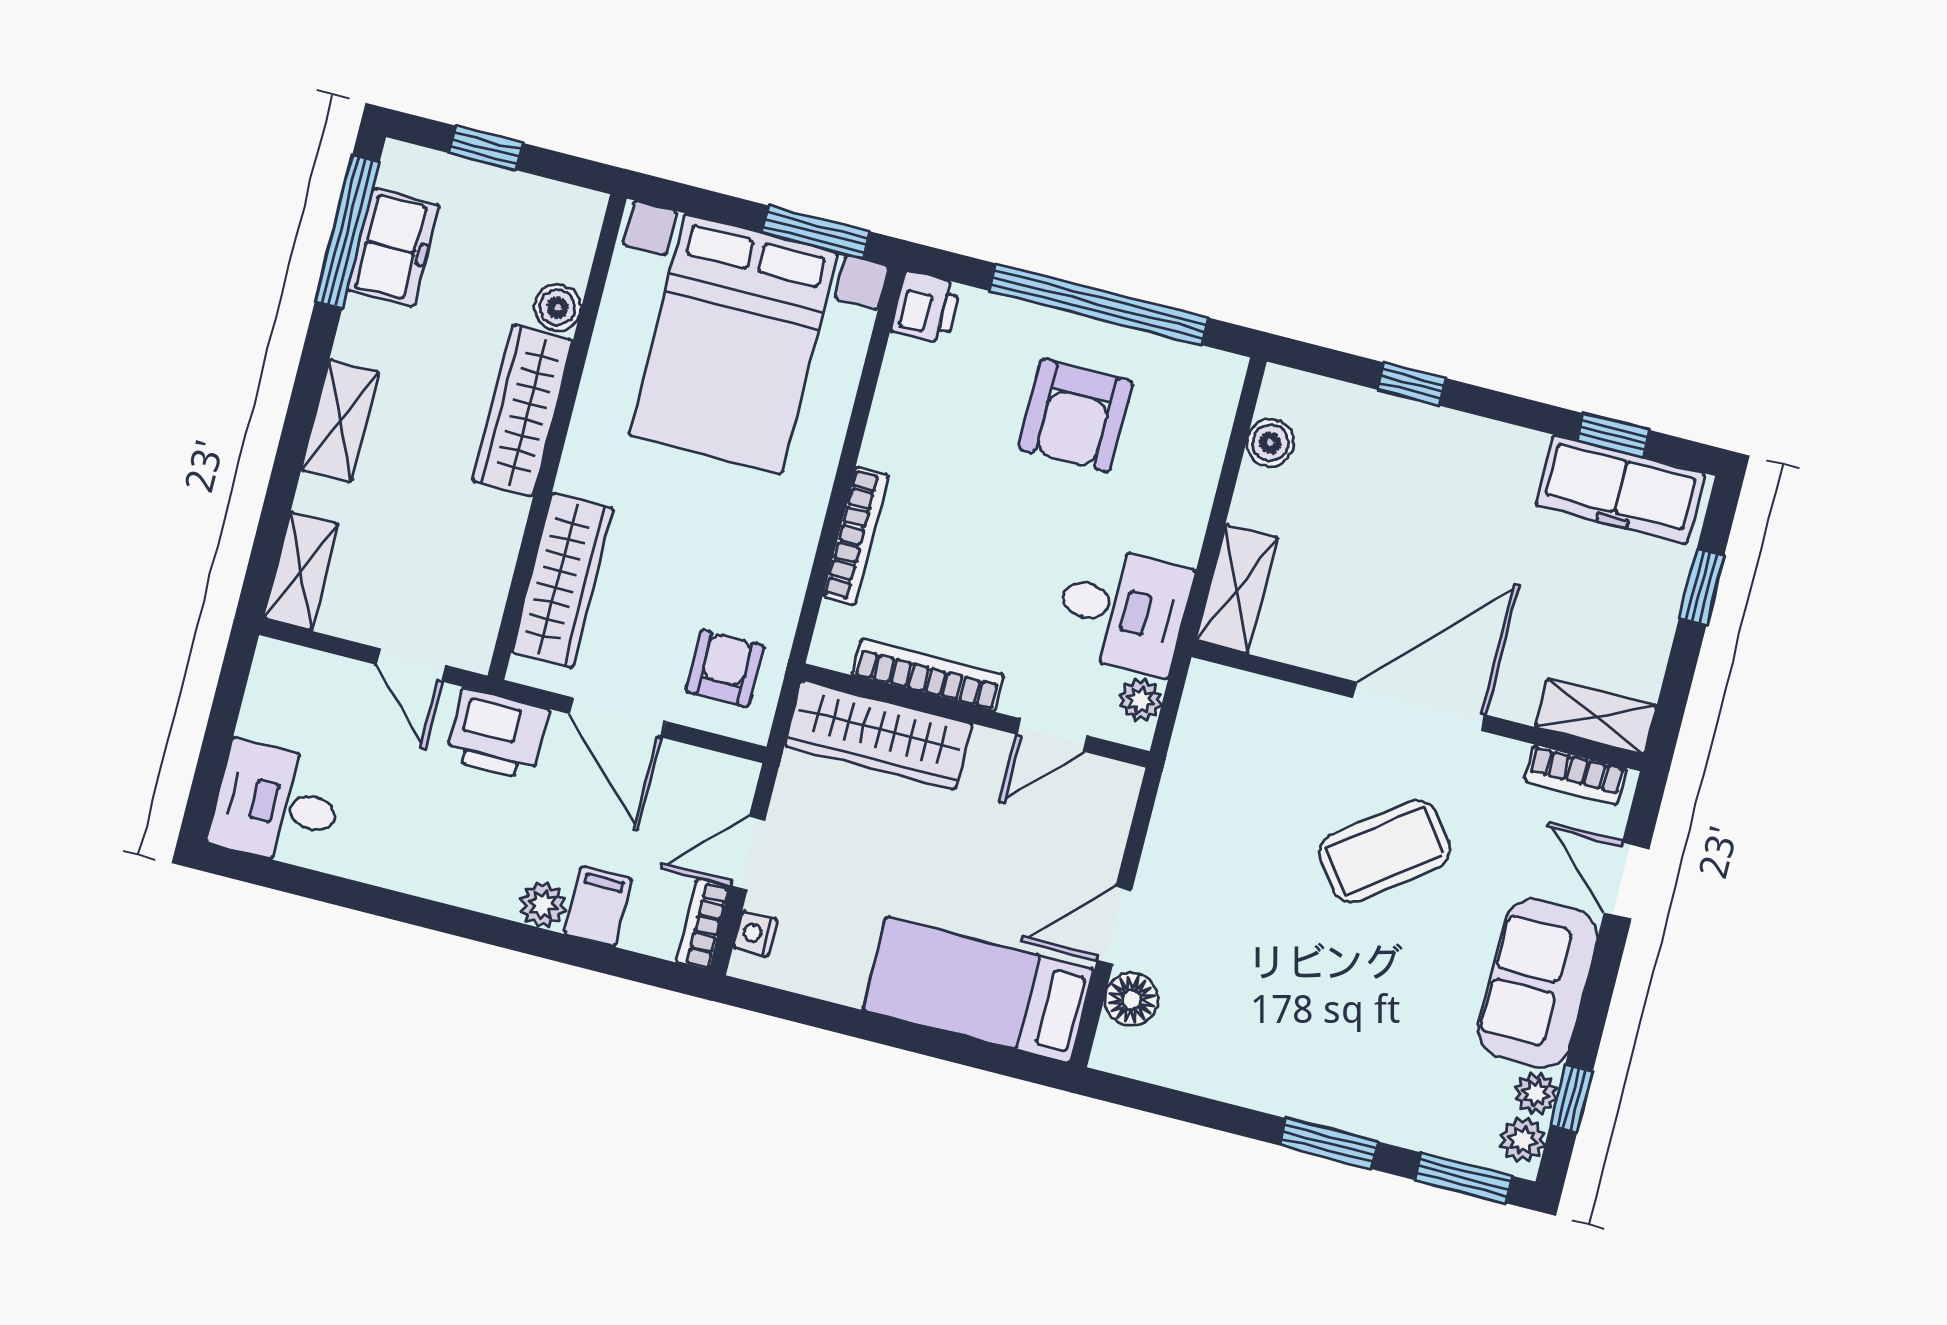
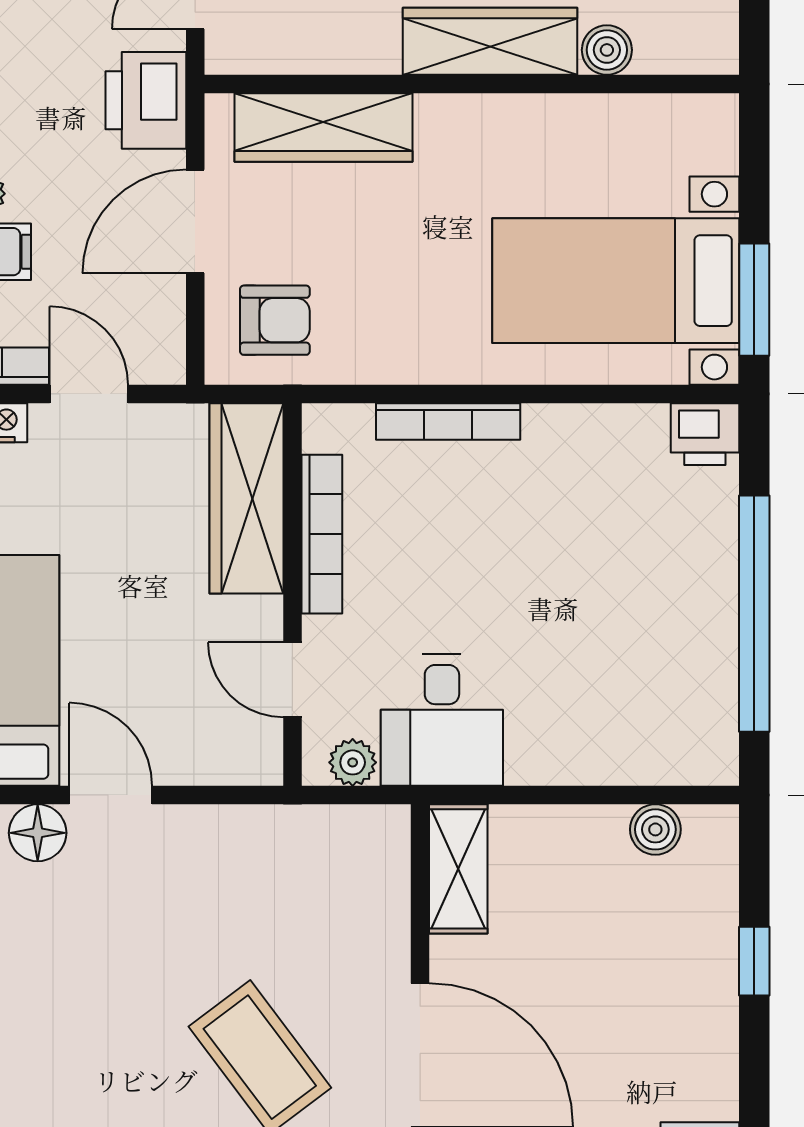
bed with nightstands: (733, 344) -> (616, 281), width x0.73
armchair: (1076, 415) -> (632, 619), removed
shelving: (1237, 589) -> (458, 869), moved, turned 90

